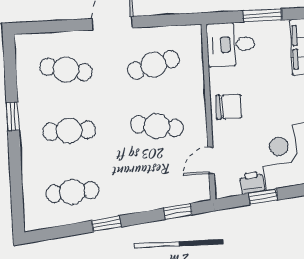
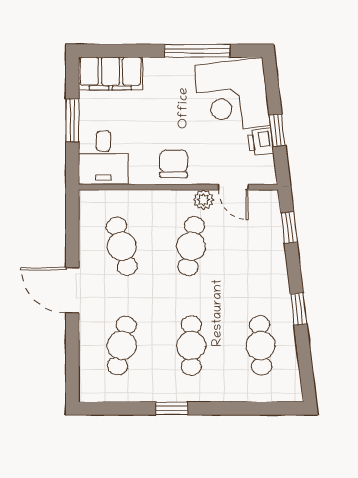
plant: (198, 135) -> (203, 200), added

